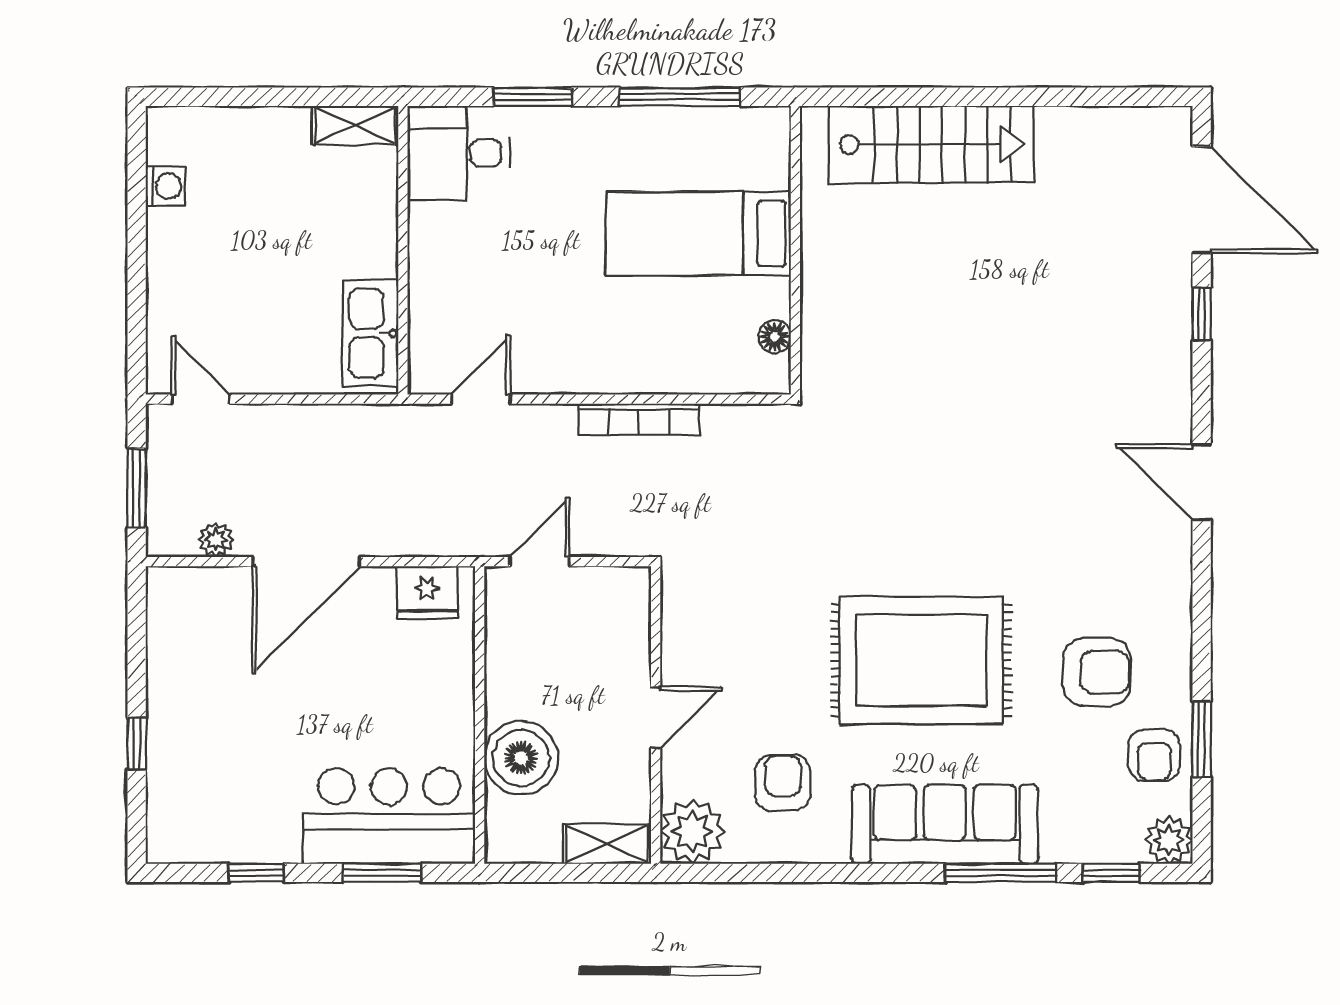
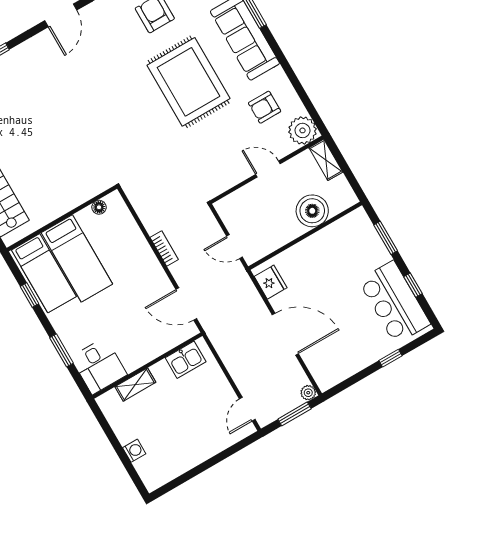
window: (680, 97) -> (30, 295), width x0.46
shelving: (355, 125) -> (135, 385), moved, turned 90
bed: (707, 150) -> (44, 273), added
washing machine: (165, 186) -> (134, 451), moved, turned 90
kitchen sink: (370, 333) -> (186, 360), width x0.73
door: (481, 399) -> (186, 304), width x1.38
bookcase: (639, 419) -> (164, 248), width x0.64
plant: (216, 540) -> (308, 393), moved
bar counter: (389, 816) -> (394, 302), moved

